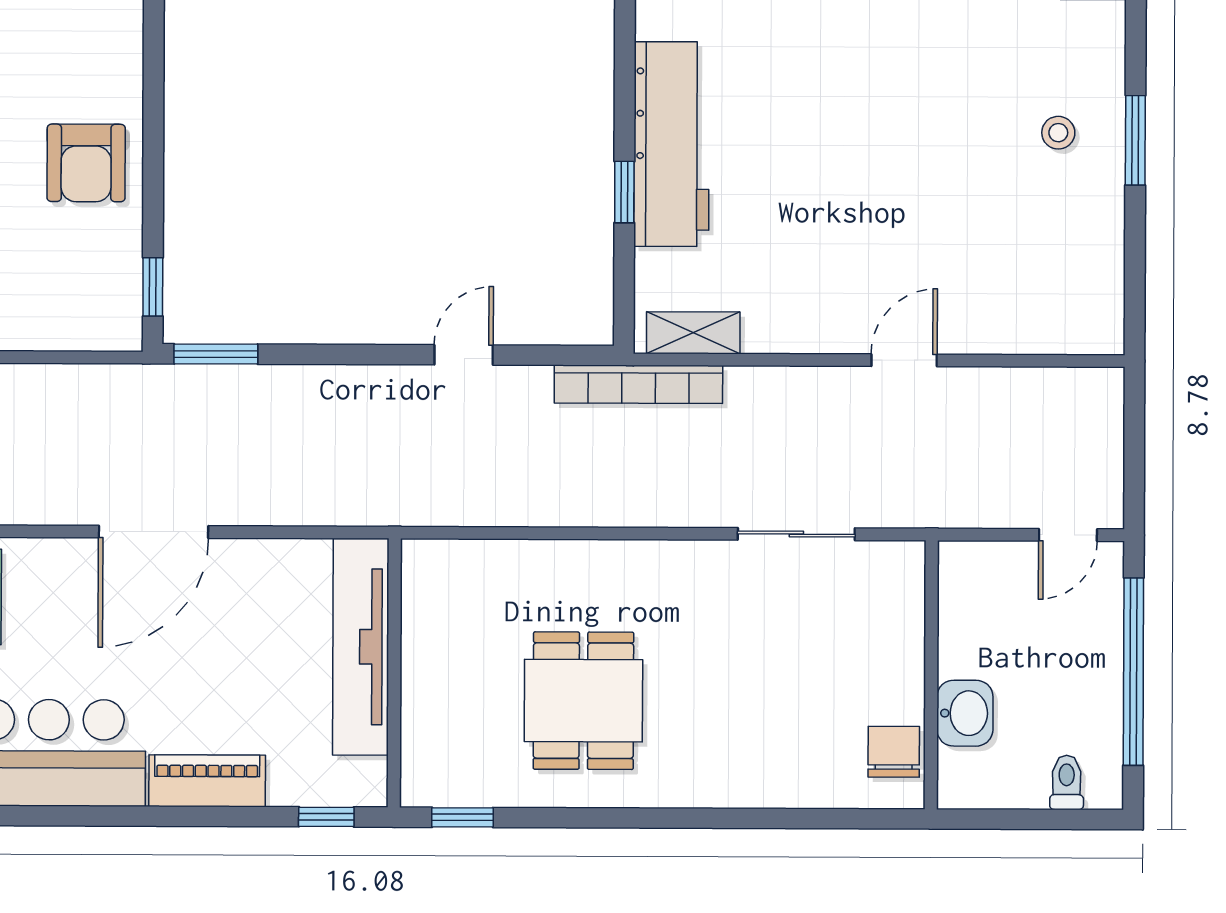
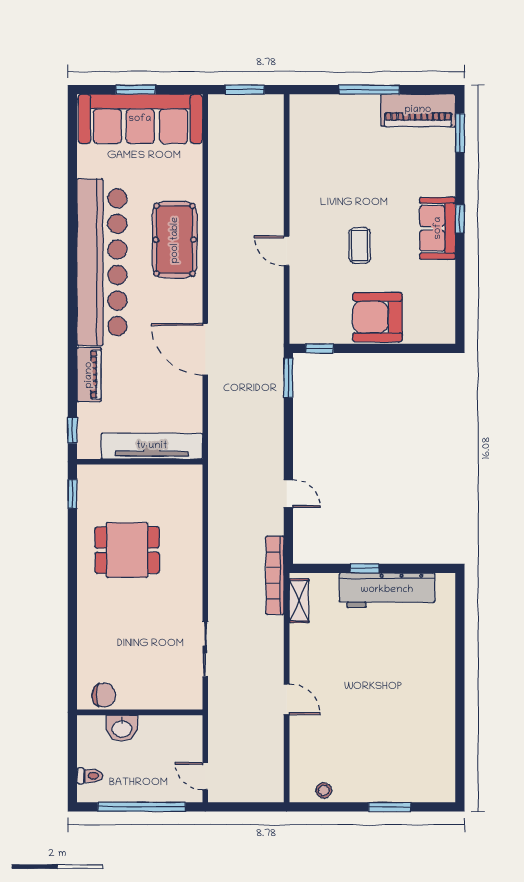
stool: (1058, 133) -> (324, 790), moved
armchair: (86, 163) -> (377, 317), width x1.36, depth x1.36

